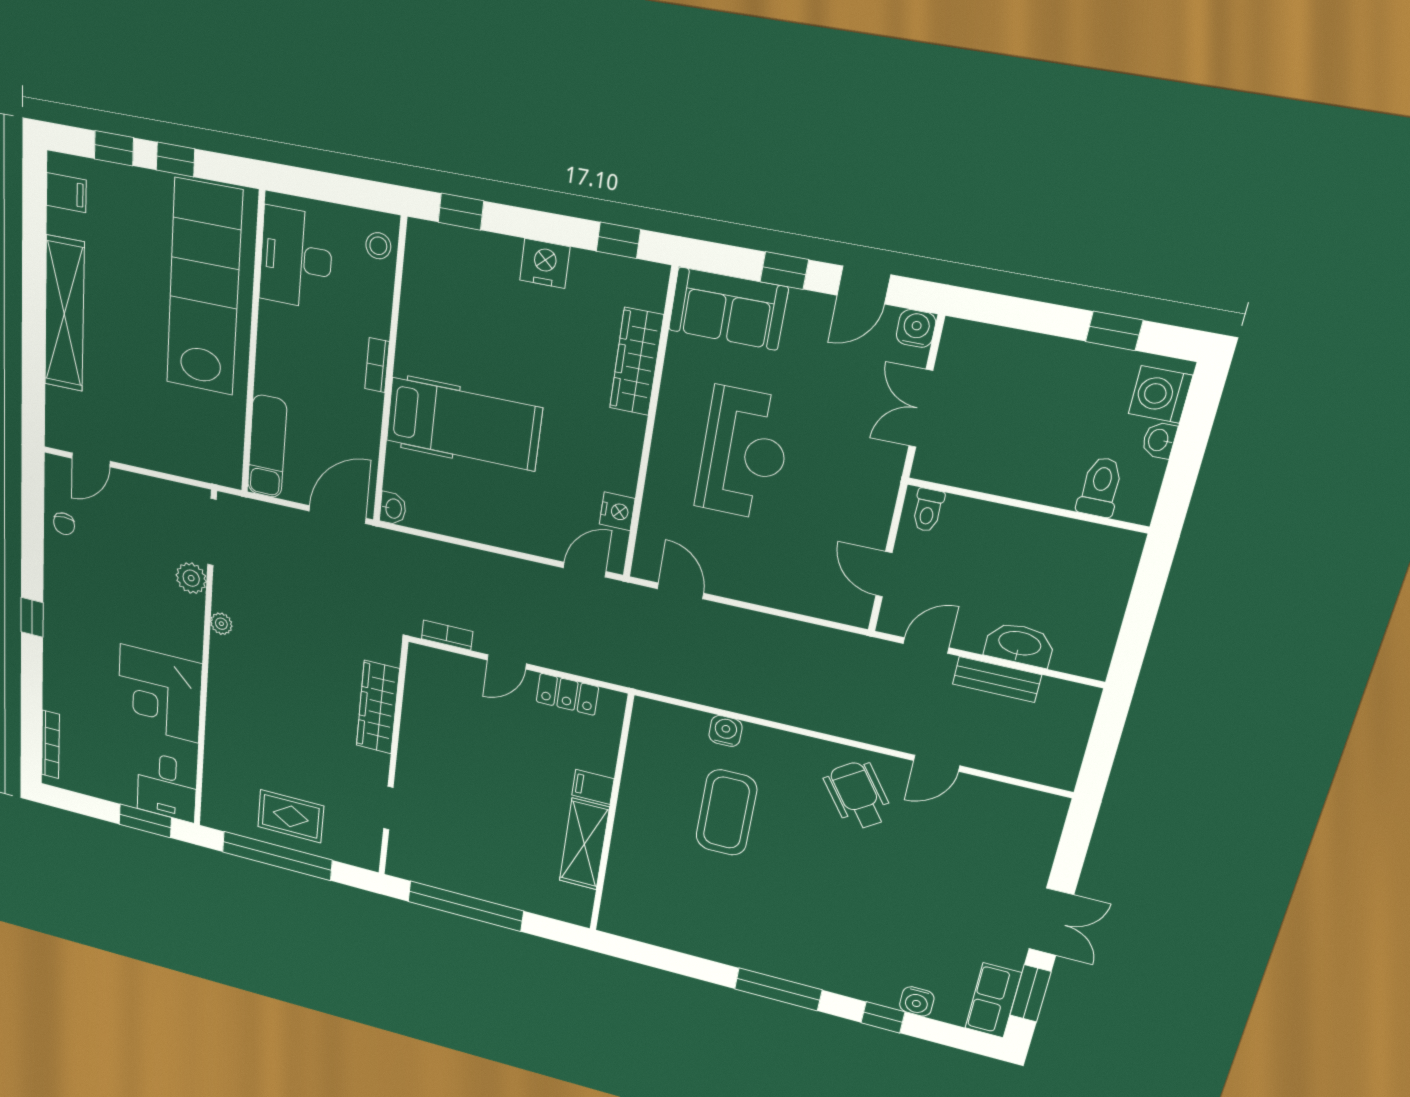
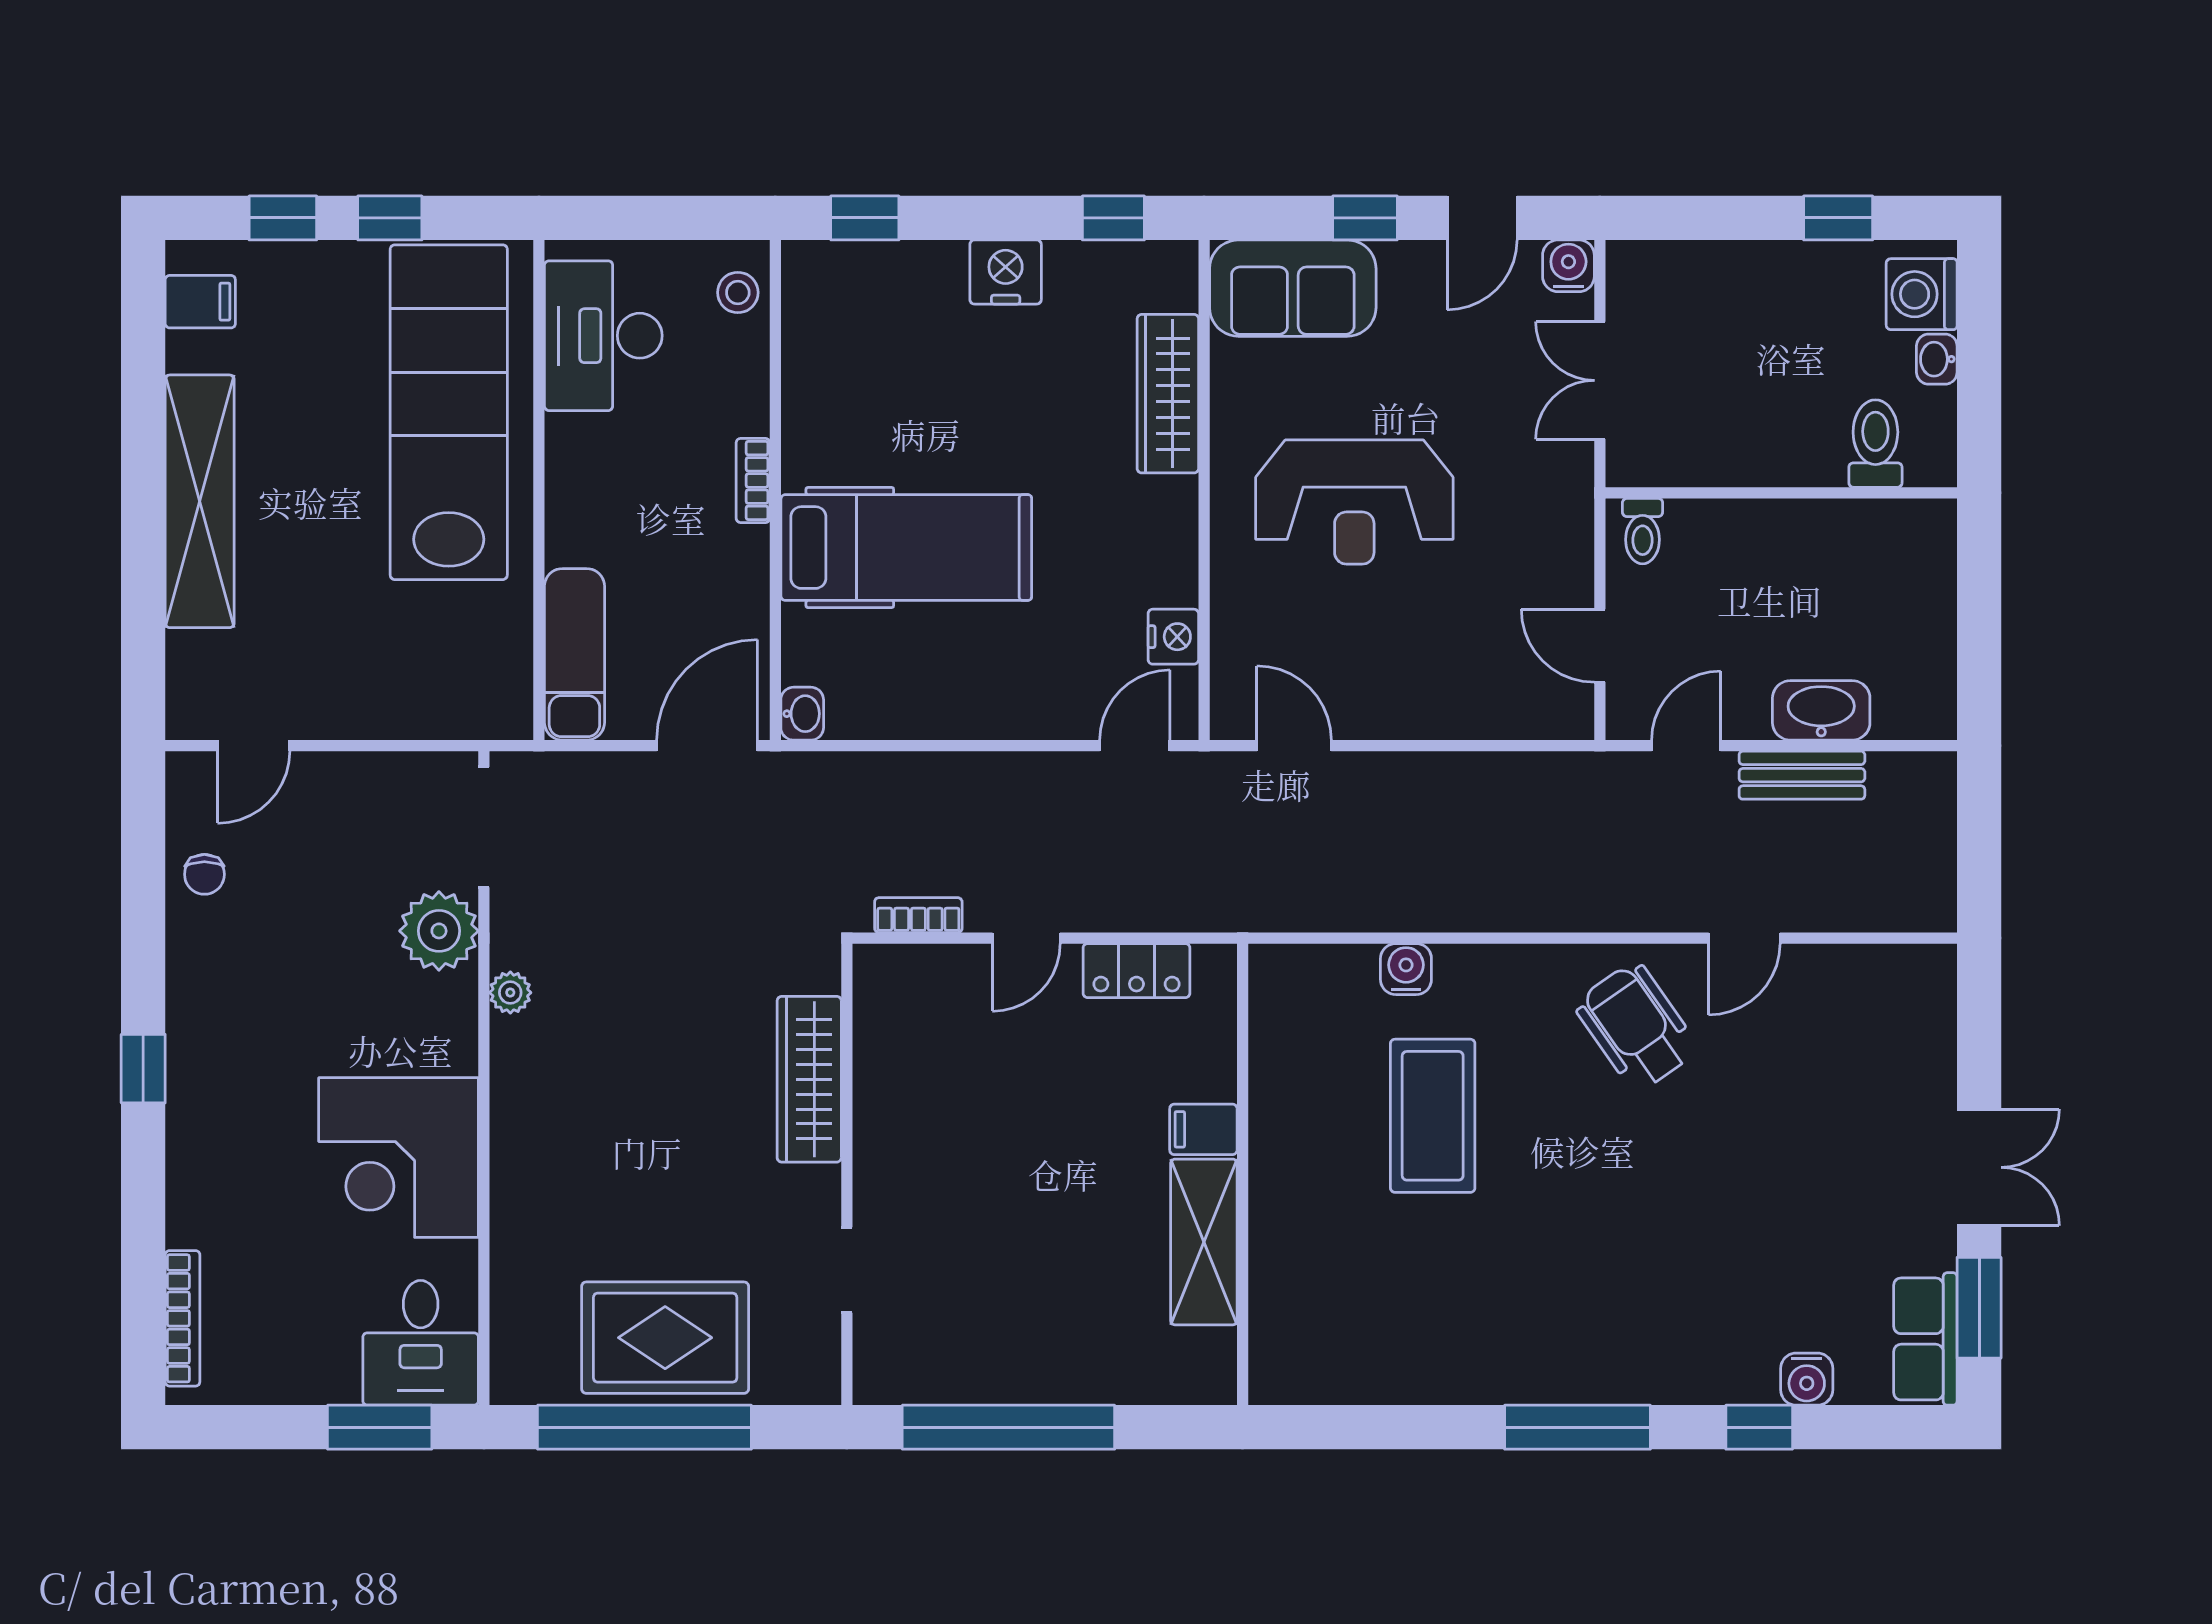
reception desk: (744, 453) -> (1354, 502), turned 90
plant: (191, 578) -> (439, 931), width x1.36, depth x1.36
rug: (291, 816) -> (665, 1338), width x1.36, depth x1.43

